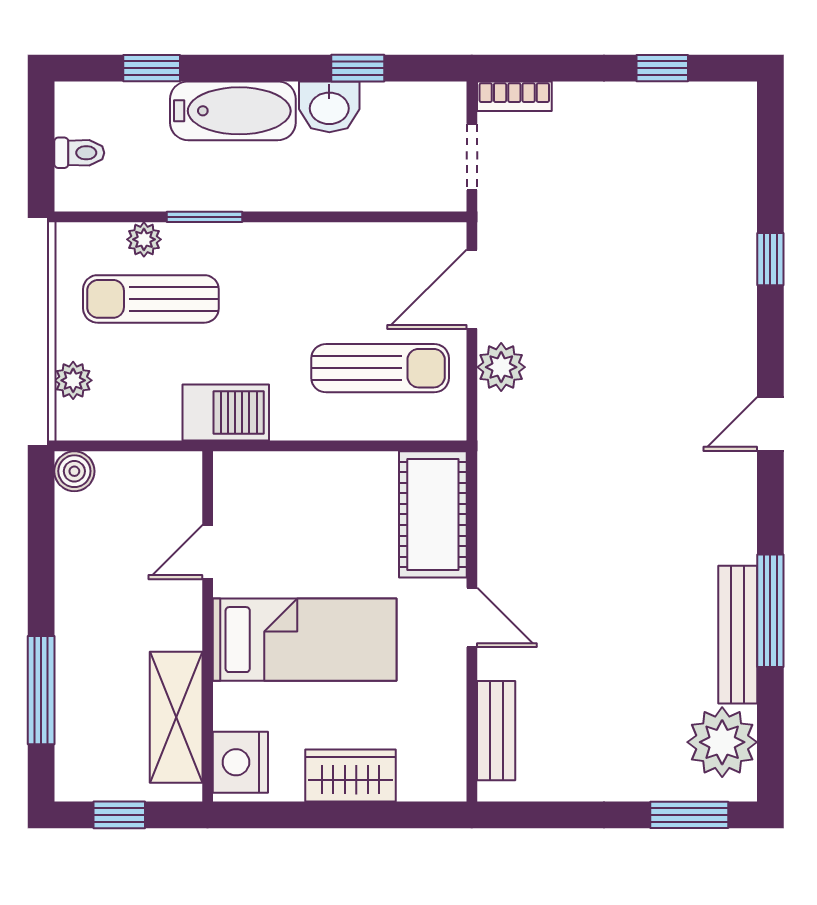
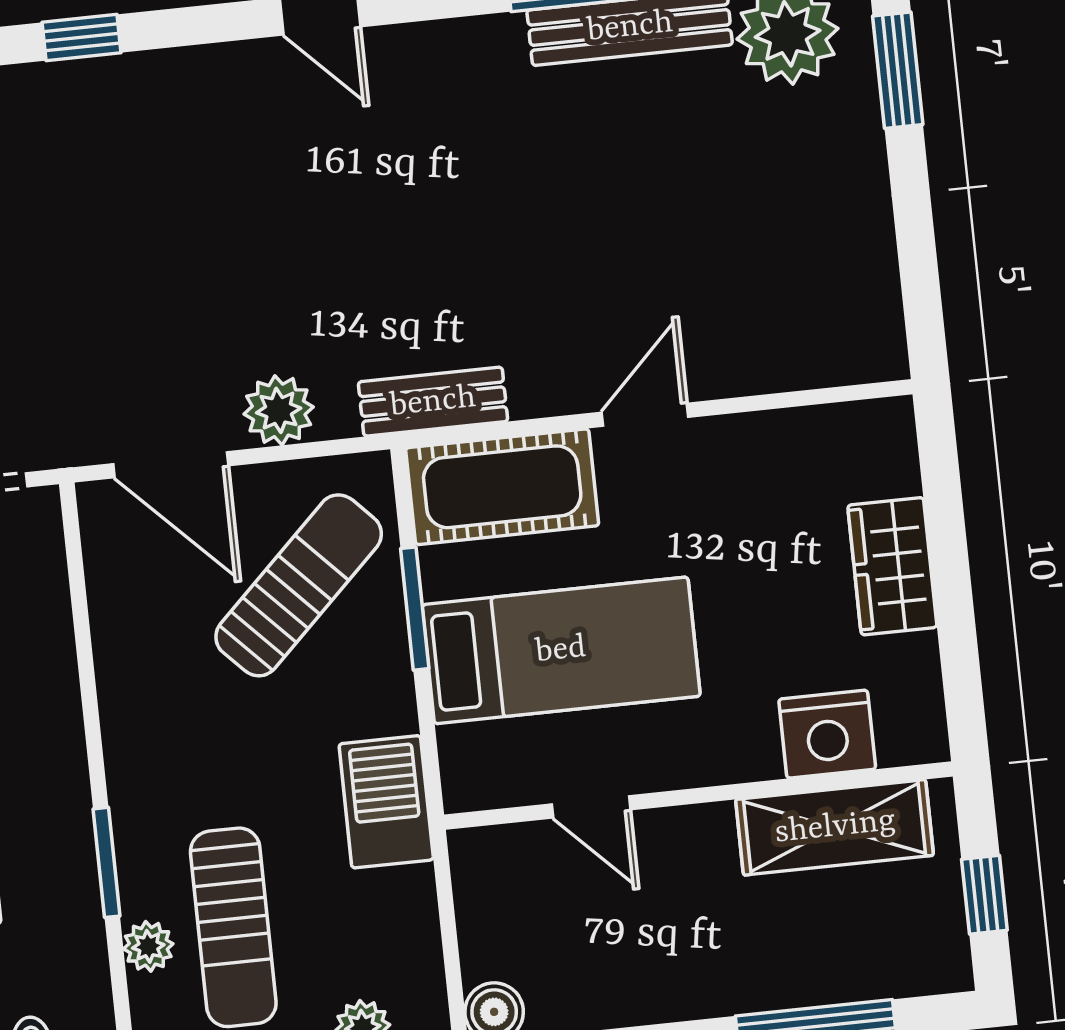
sun lounger: (380, 368) -> (299, 585), turned 46
window: (356, 446) -> (415, 609), added
bed: (305, 640) -> (561, 650), moved, turned 90
bench: (496, 731) -> (433, 402), moved
nightstand: (240, 762) -> (827, 734), moved

